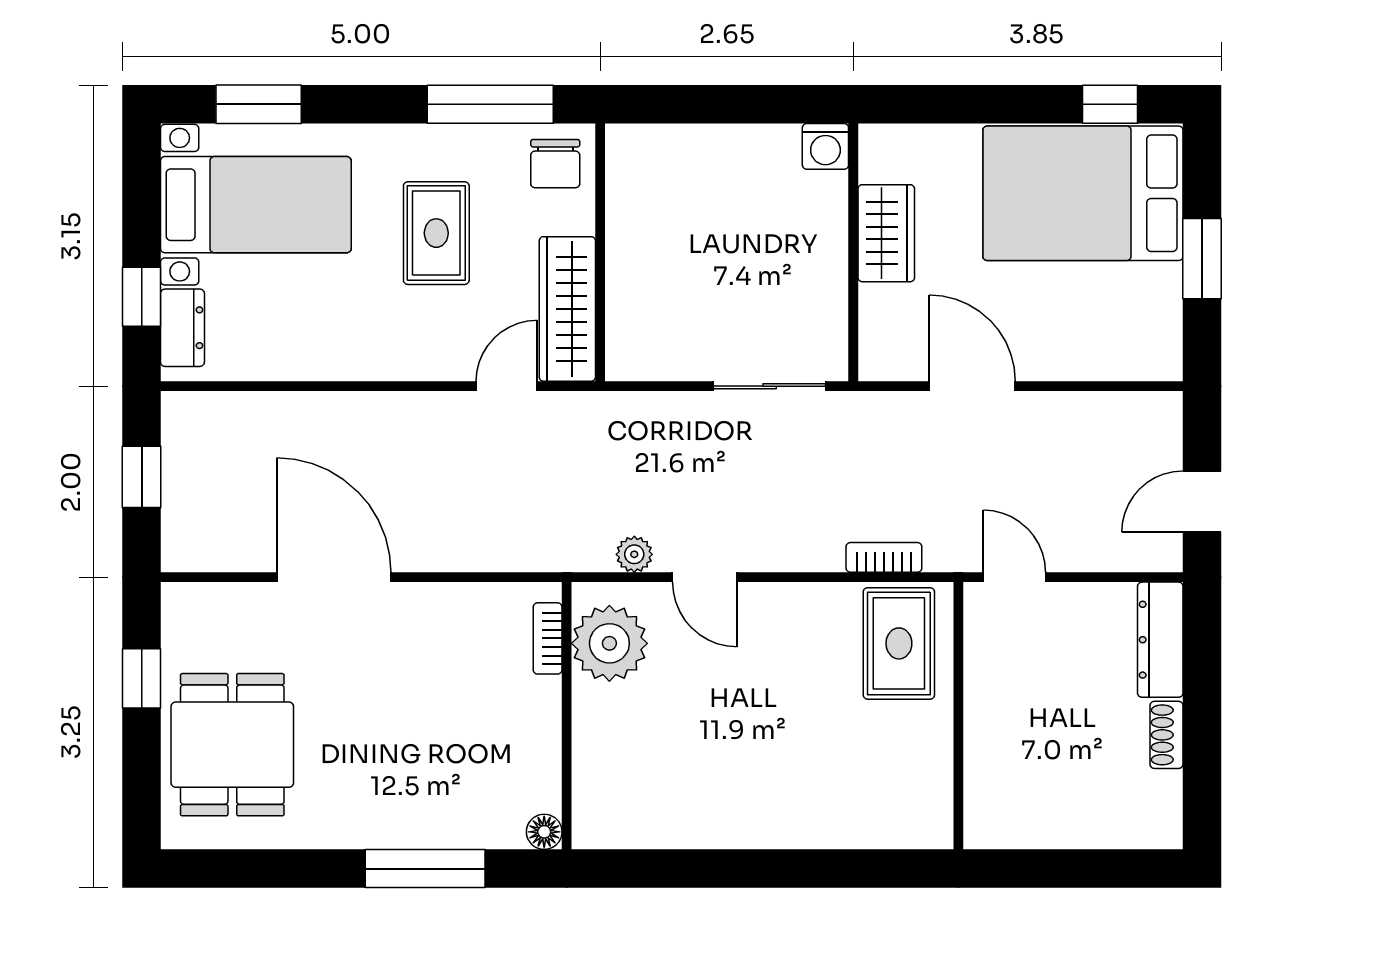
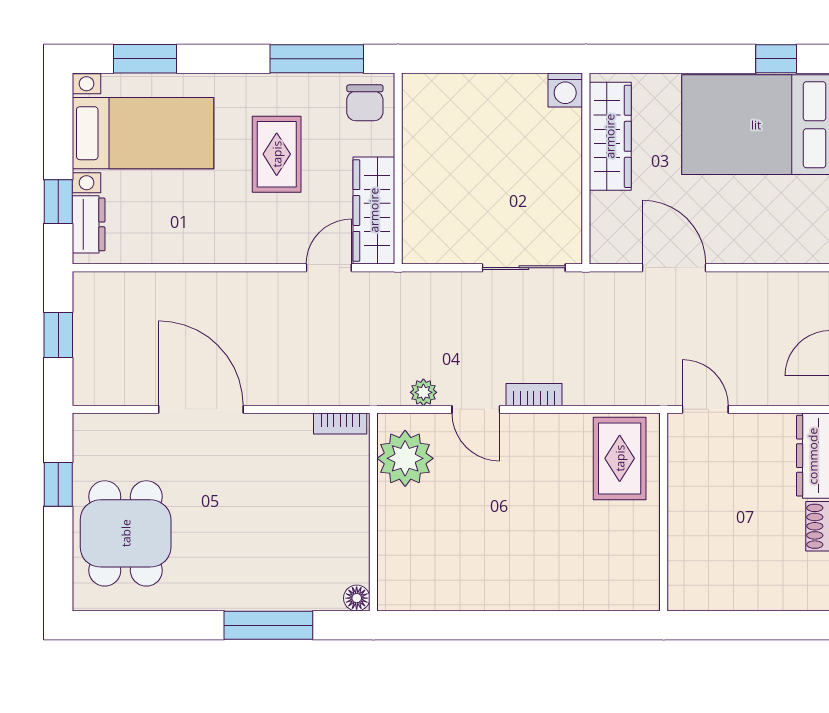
wardrobe: (886, 233) -> (610, 136), width x1.50
bookcase: (884, 557) -> (534, 395), moved
bookcase: (548, 638) -> (340, 423), moved, turned -90

